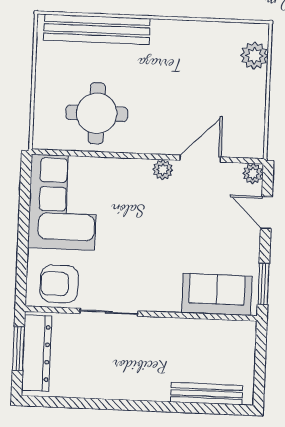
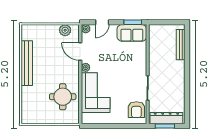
bench: (97, 29) -> (27, 63), moved
plant: (254, 56) -> (65, 30), moved
corner sofa: (63, 202) -> (96, 93), moved, turned 90
sofa: (217, 294) -> (132, 33), moved, turned -90

